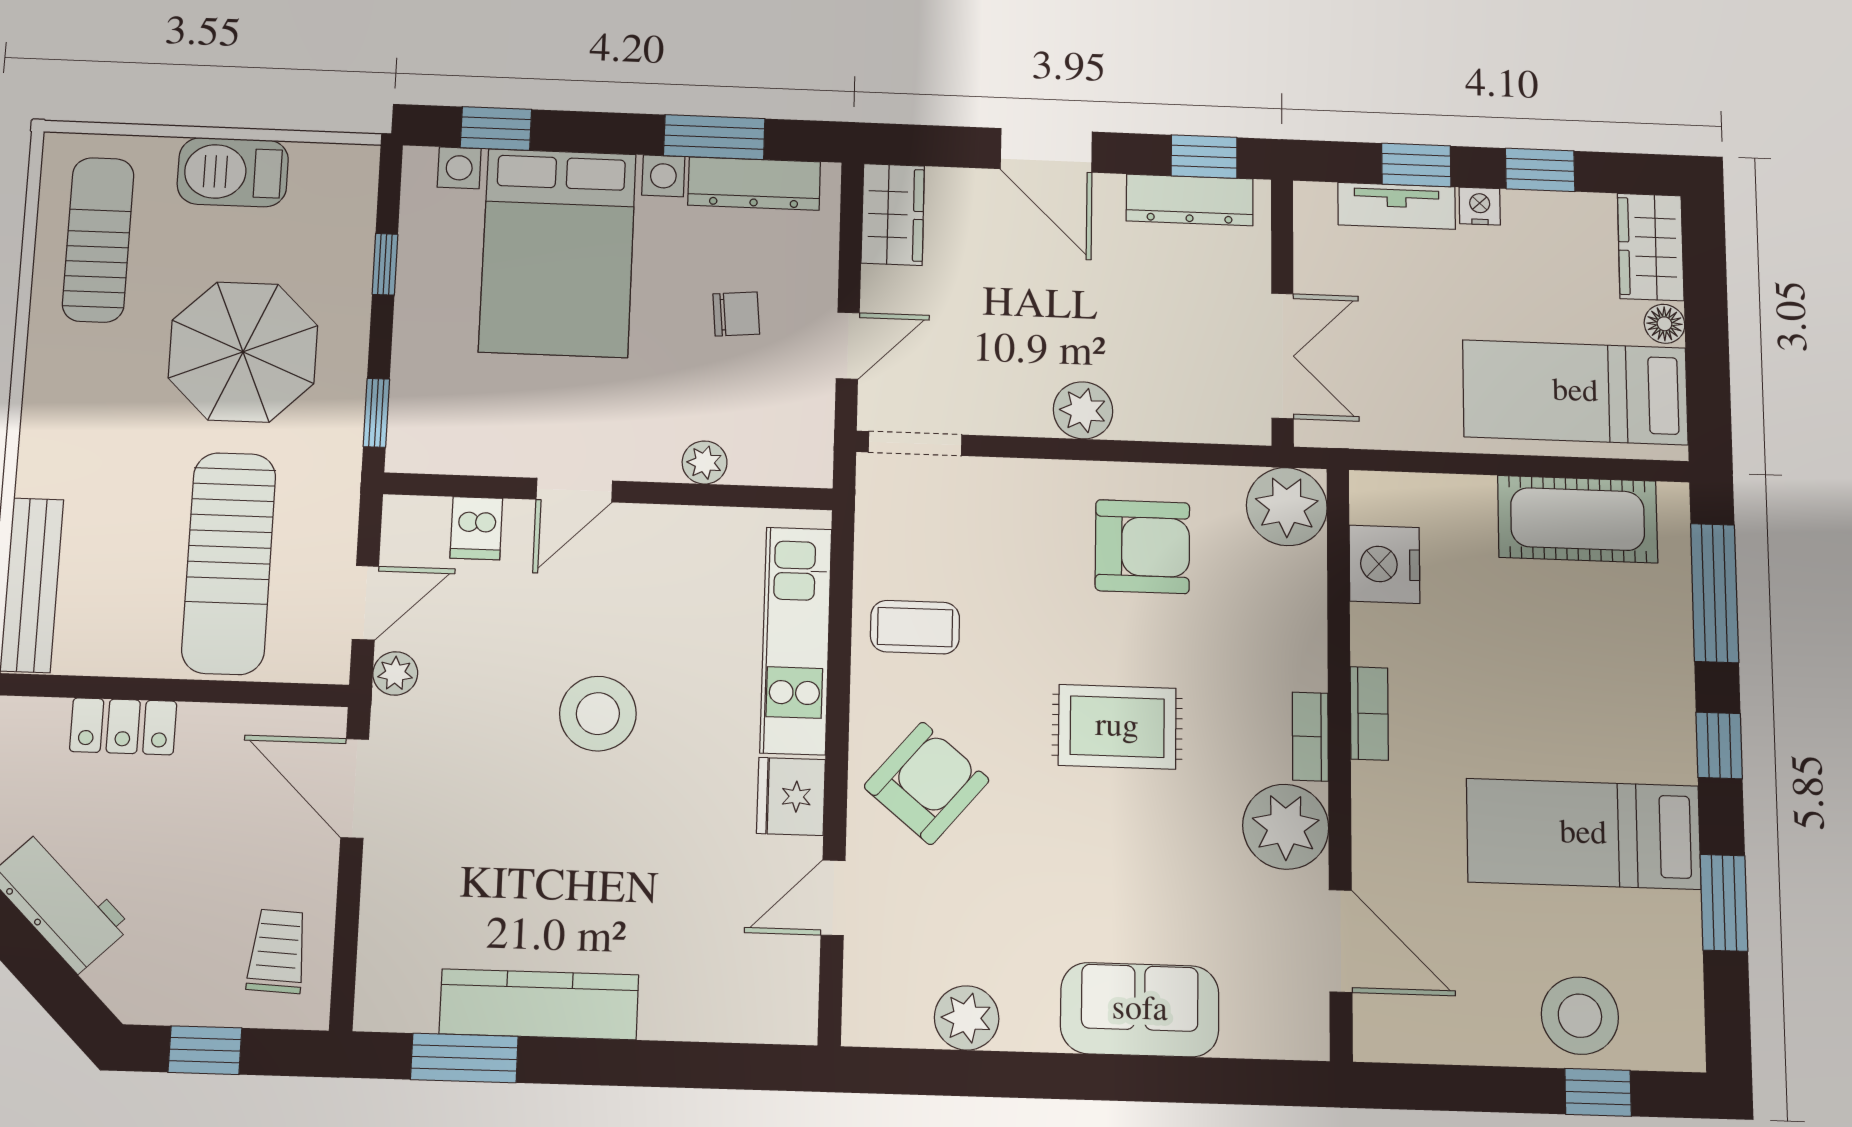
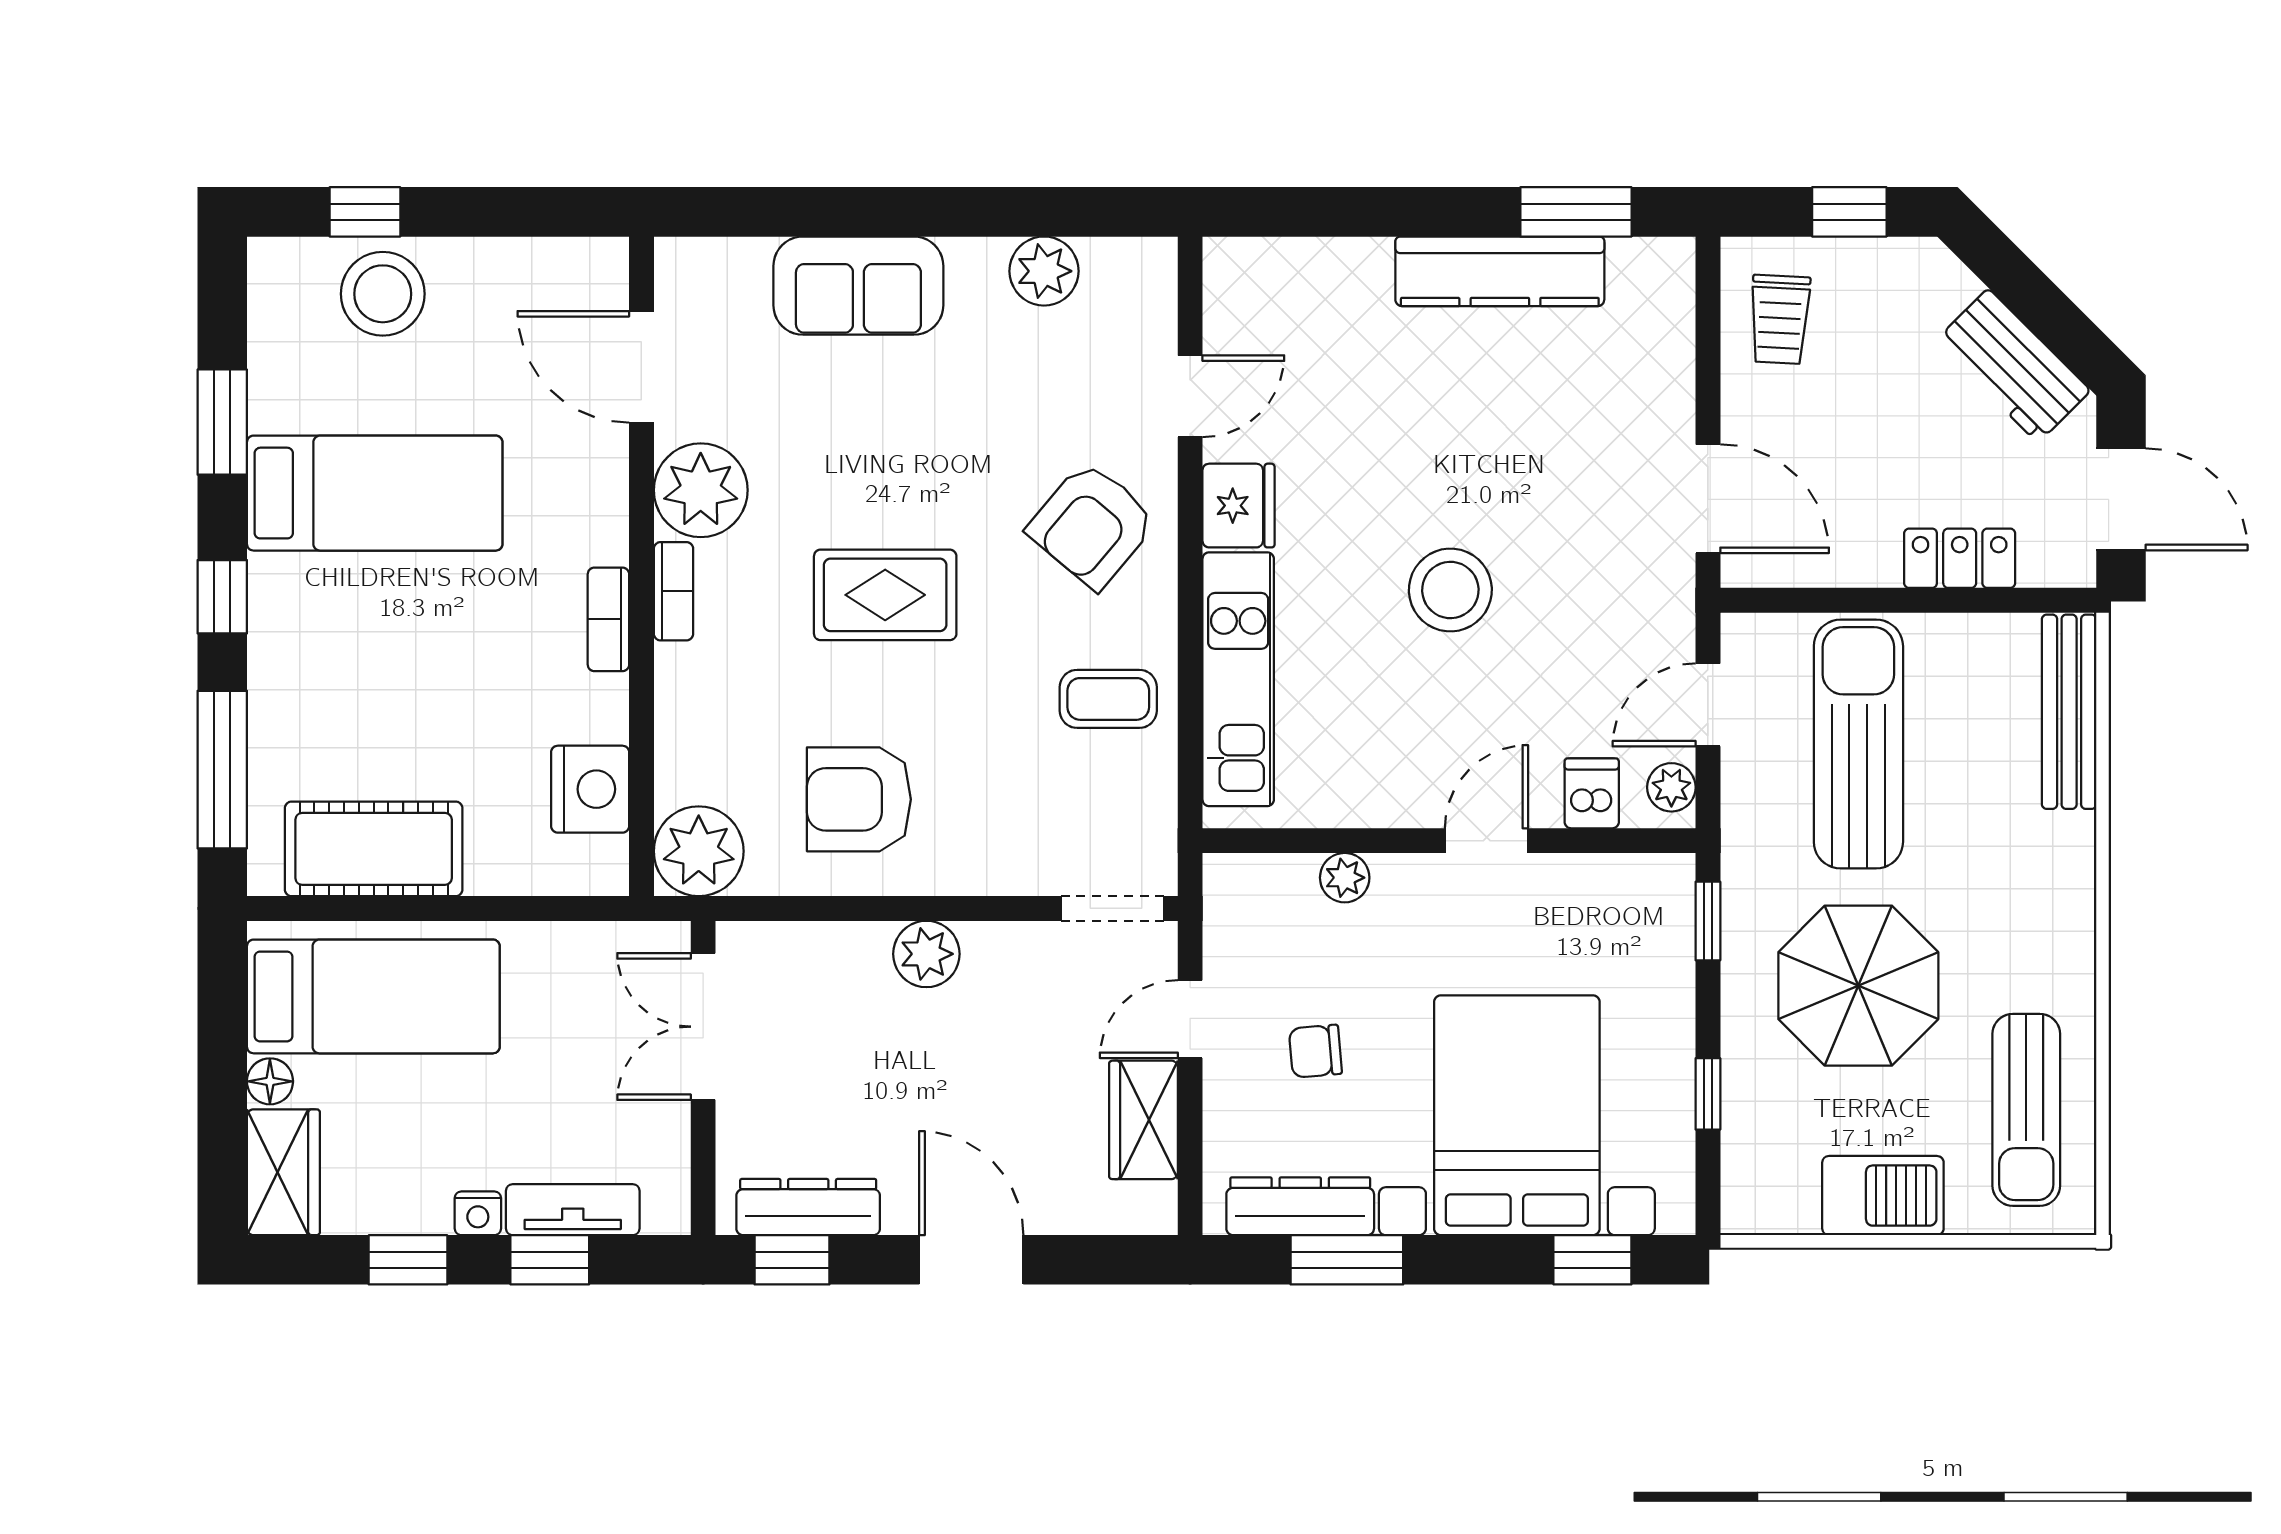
wardrobe: (893, 214) -> (1143, 1120), moved
plant: (395, 673) -> (1671, 787), moved

